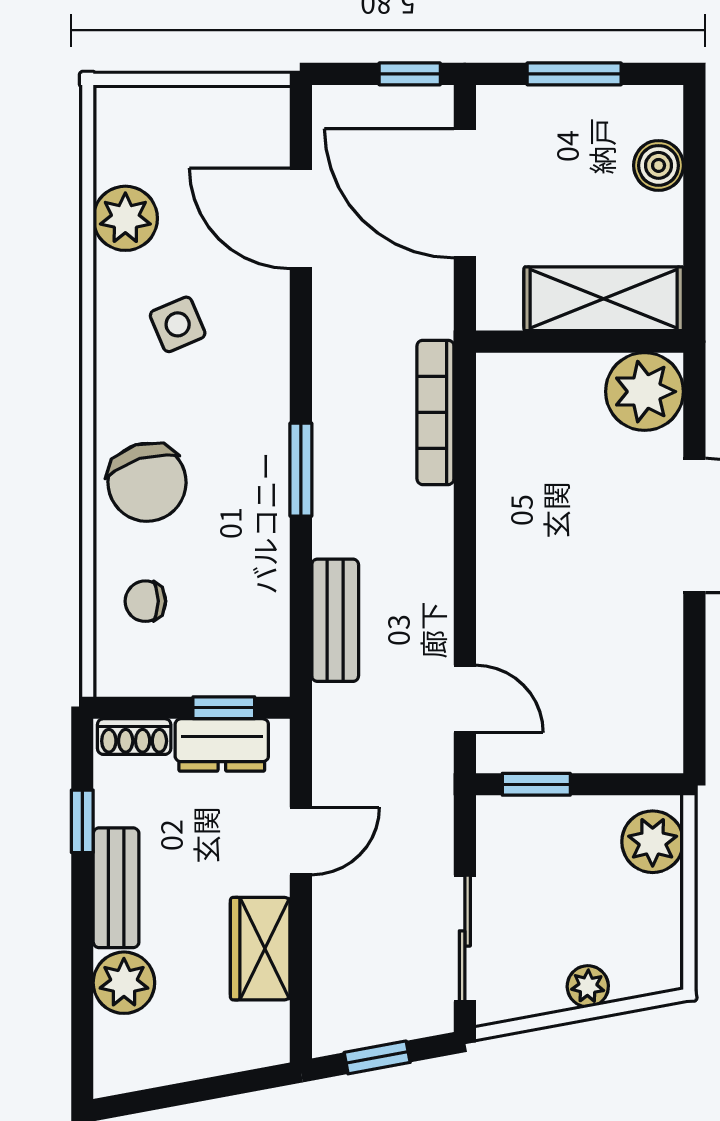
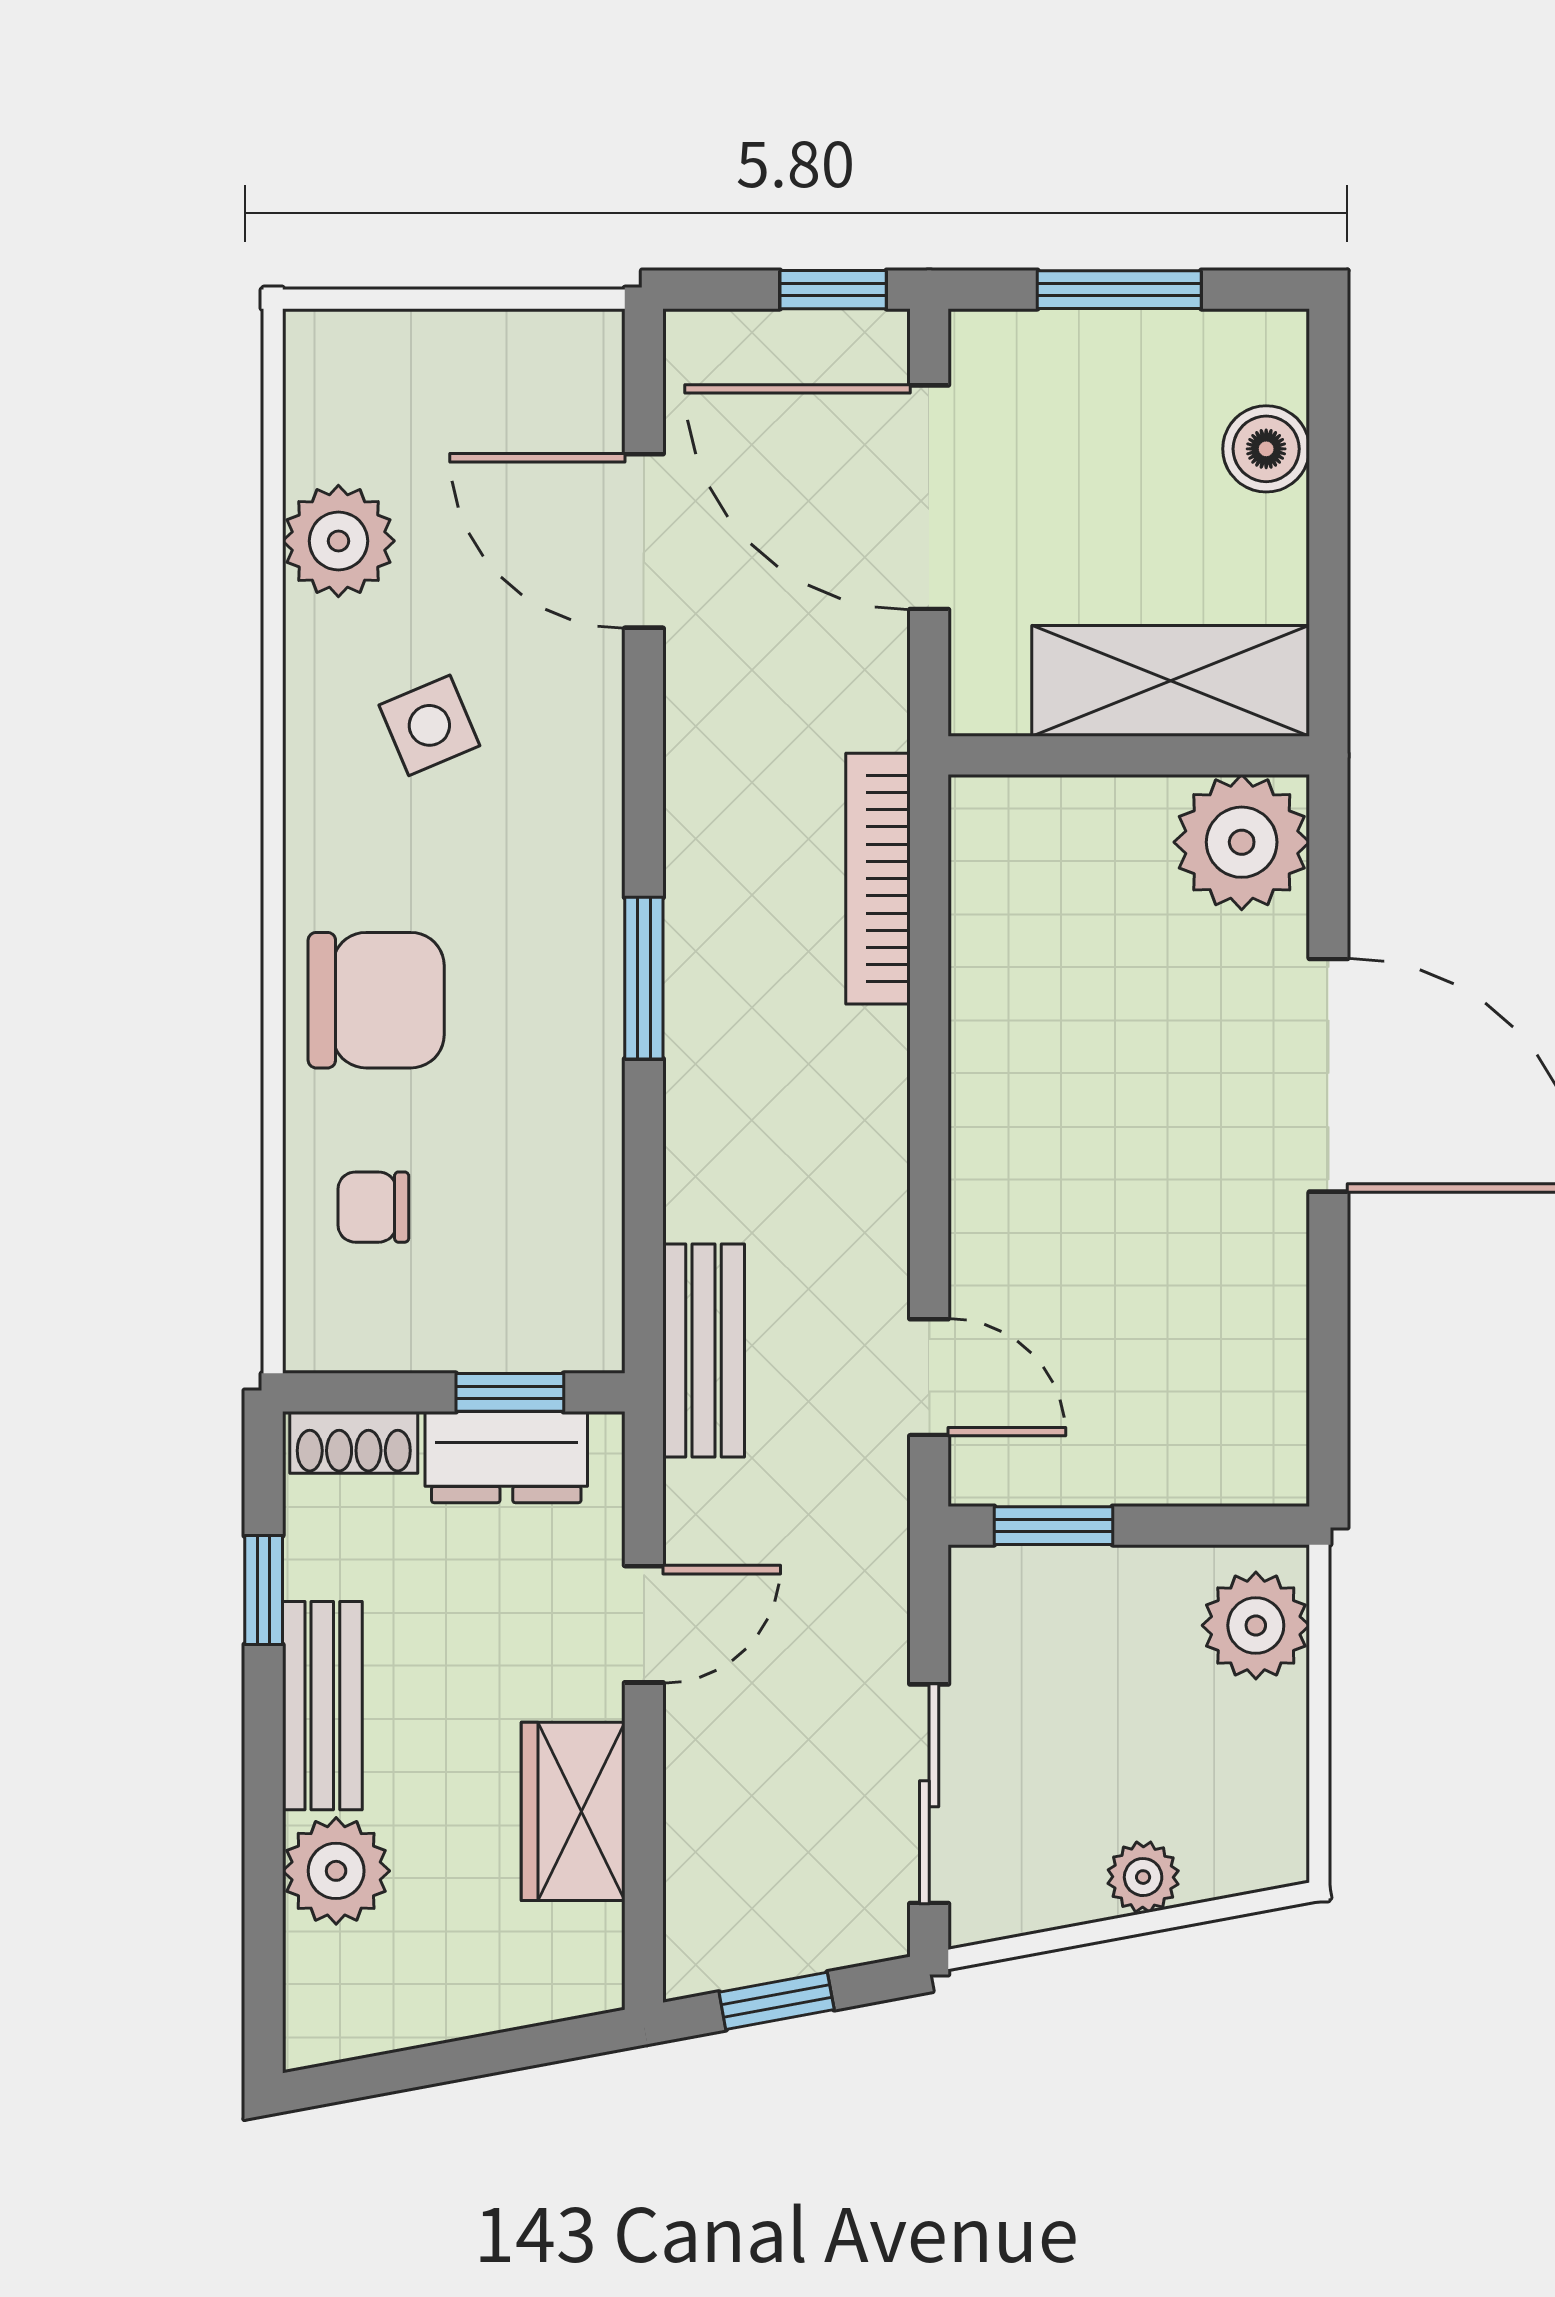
chair: (147, 482) -> (376, 1000), turned -73
bench: (335, 620) -> (704, 1351), moved

